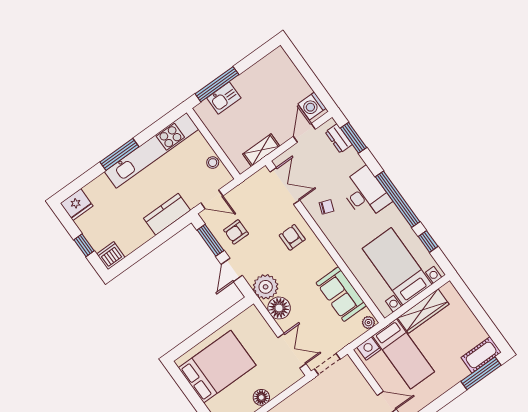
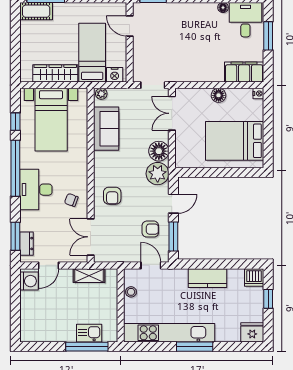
kitchen counter: (167, 214) -> (207, 278), moved

